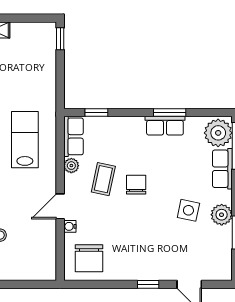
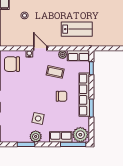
row of seats: (165, 126) -> (84, 95), width x2.02
chair: (136, 185) -> (62, 96), moved

